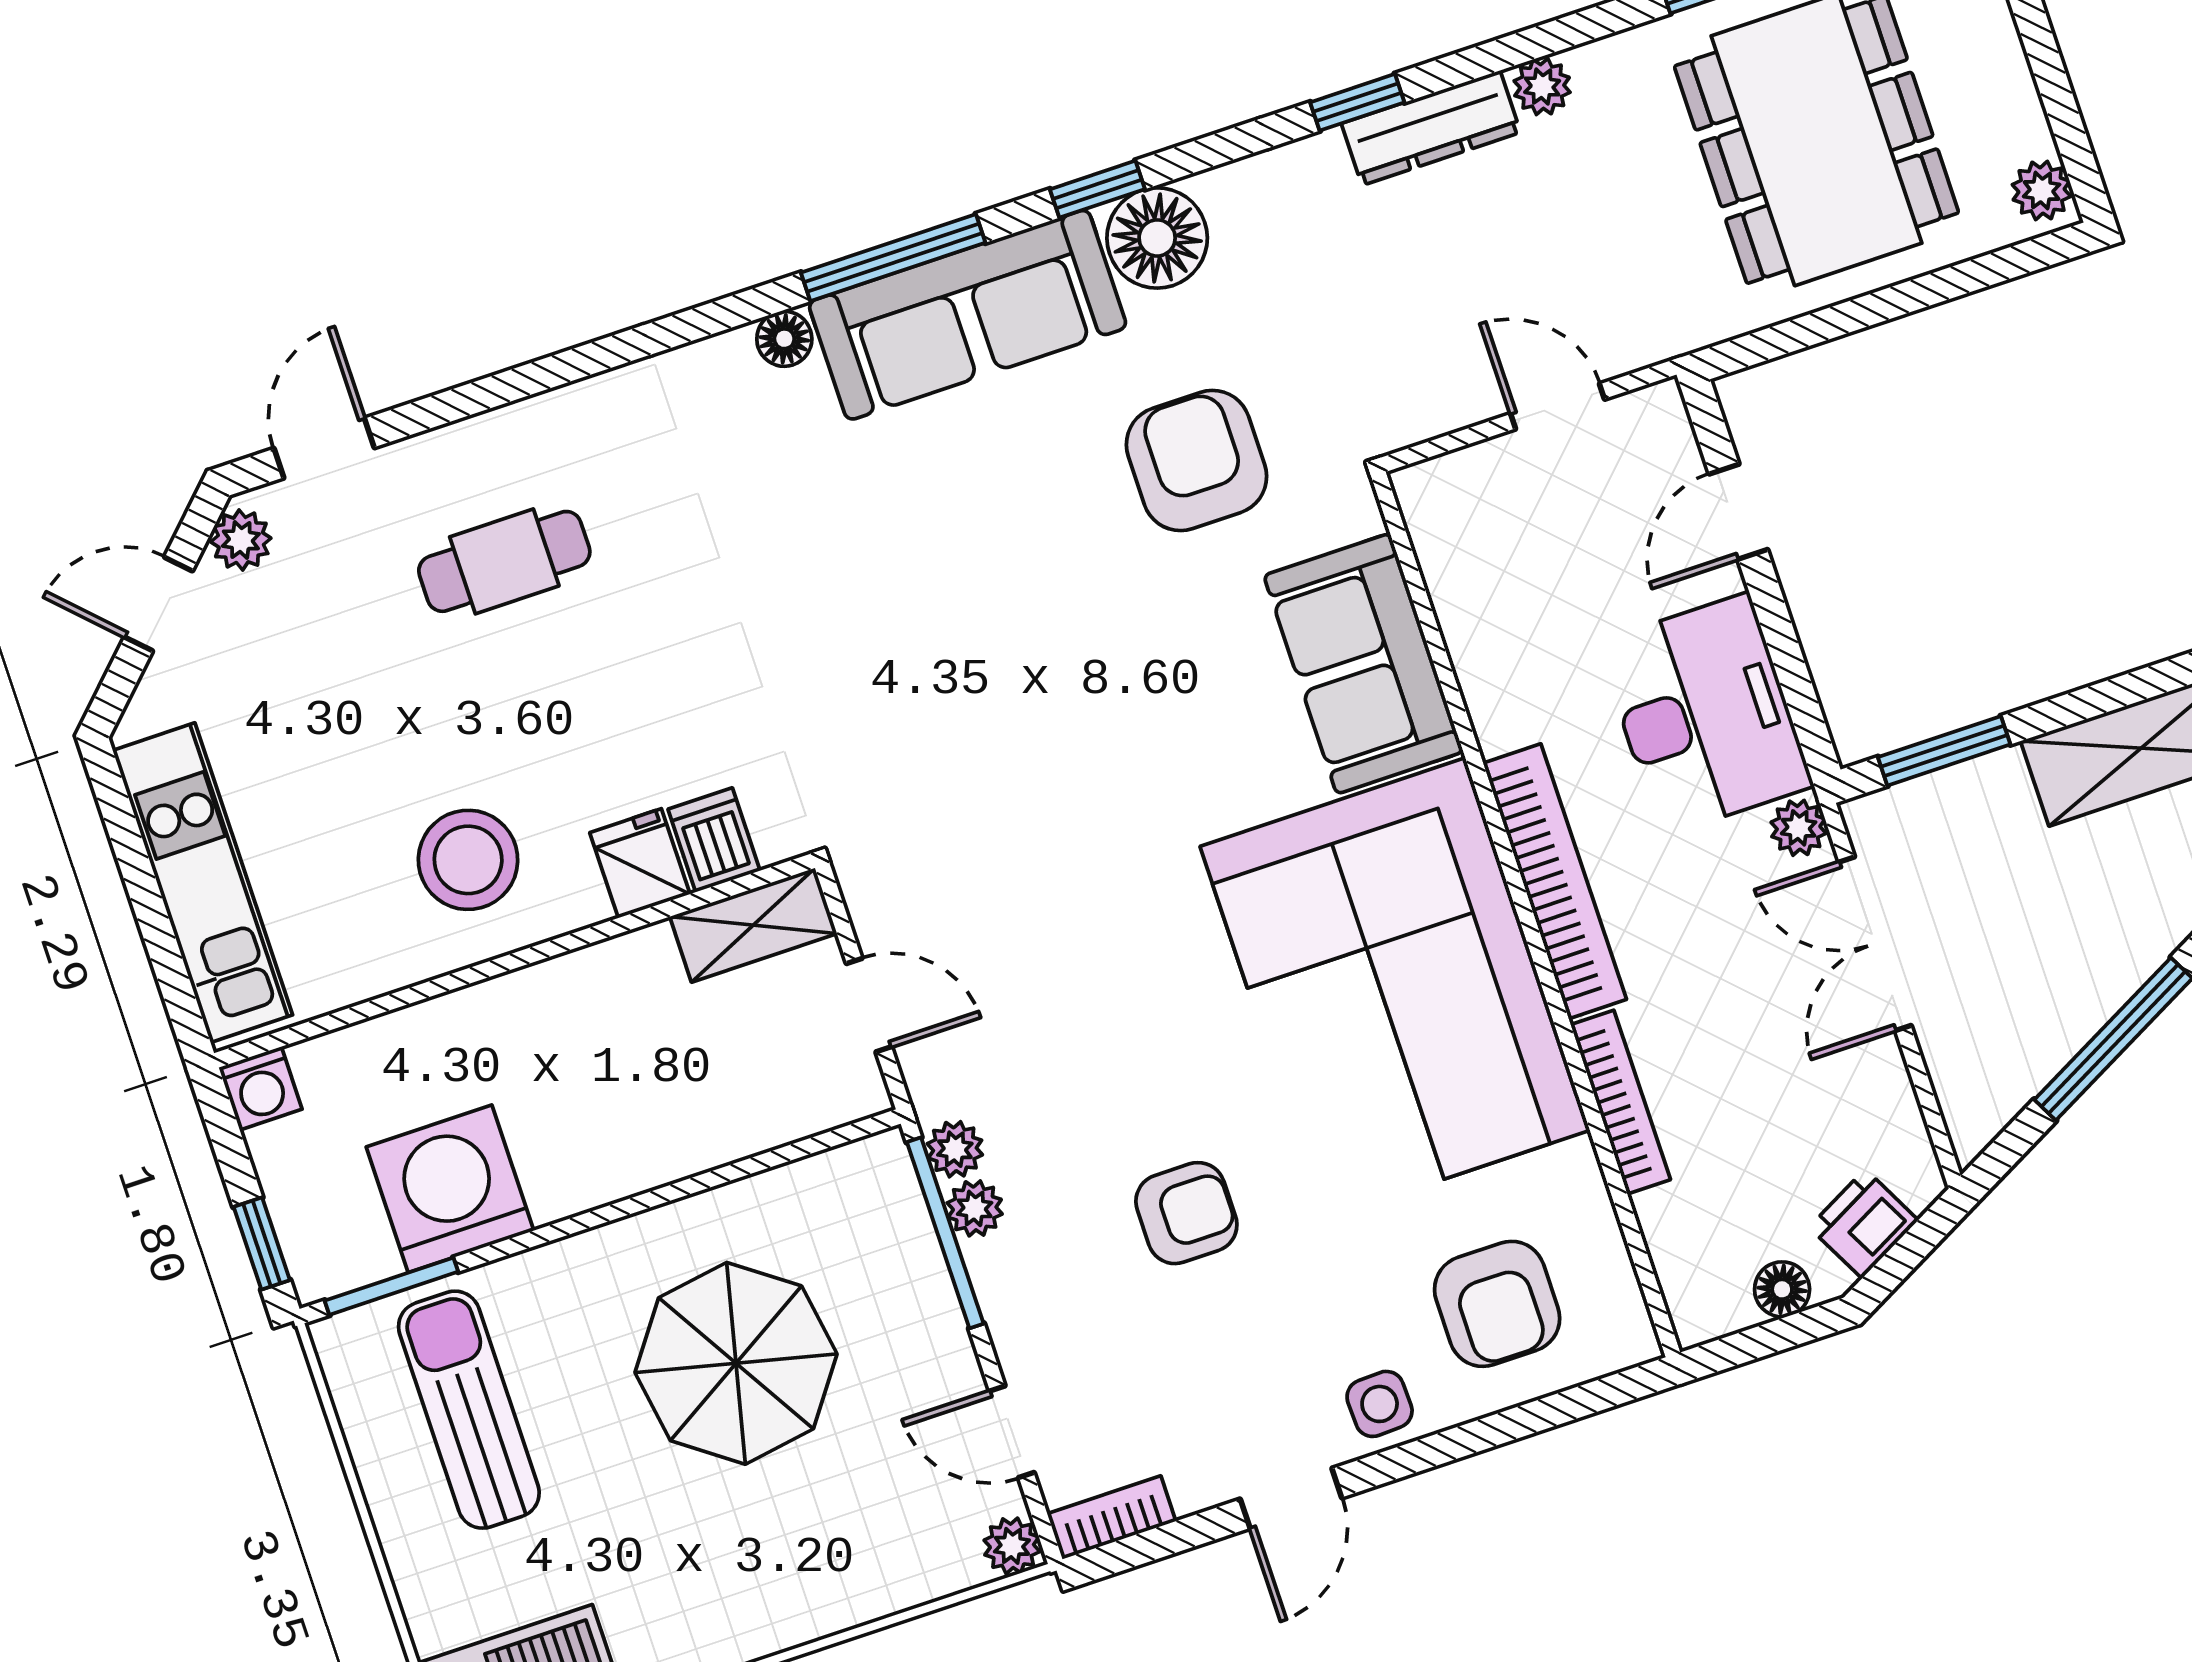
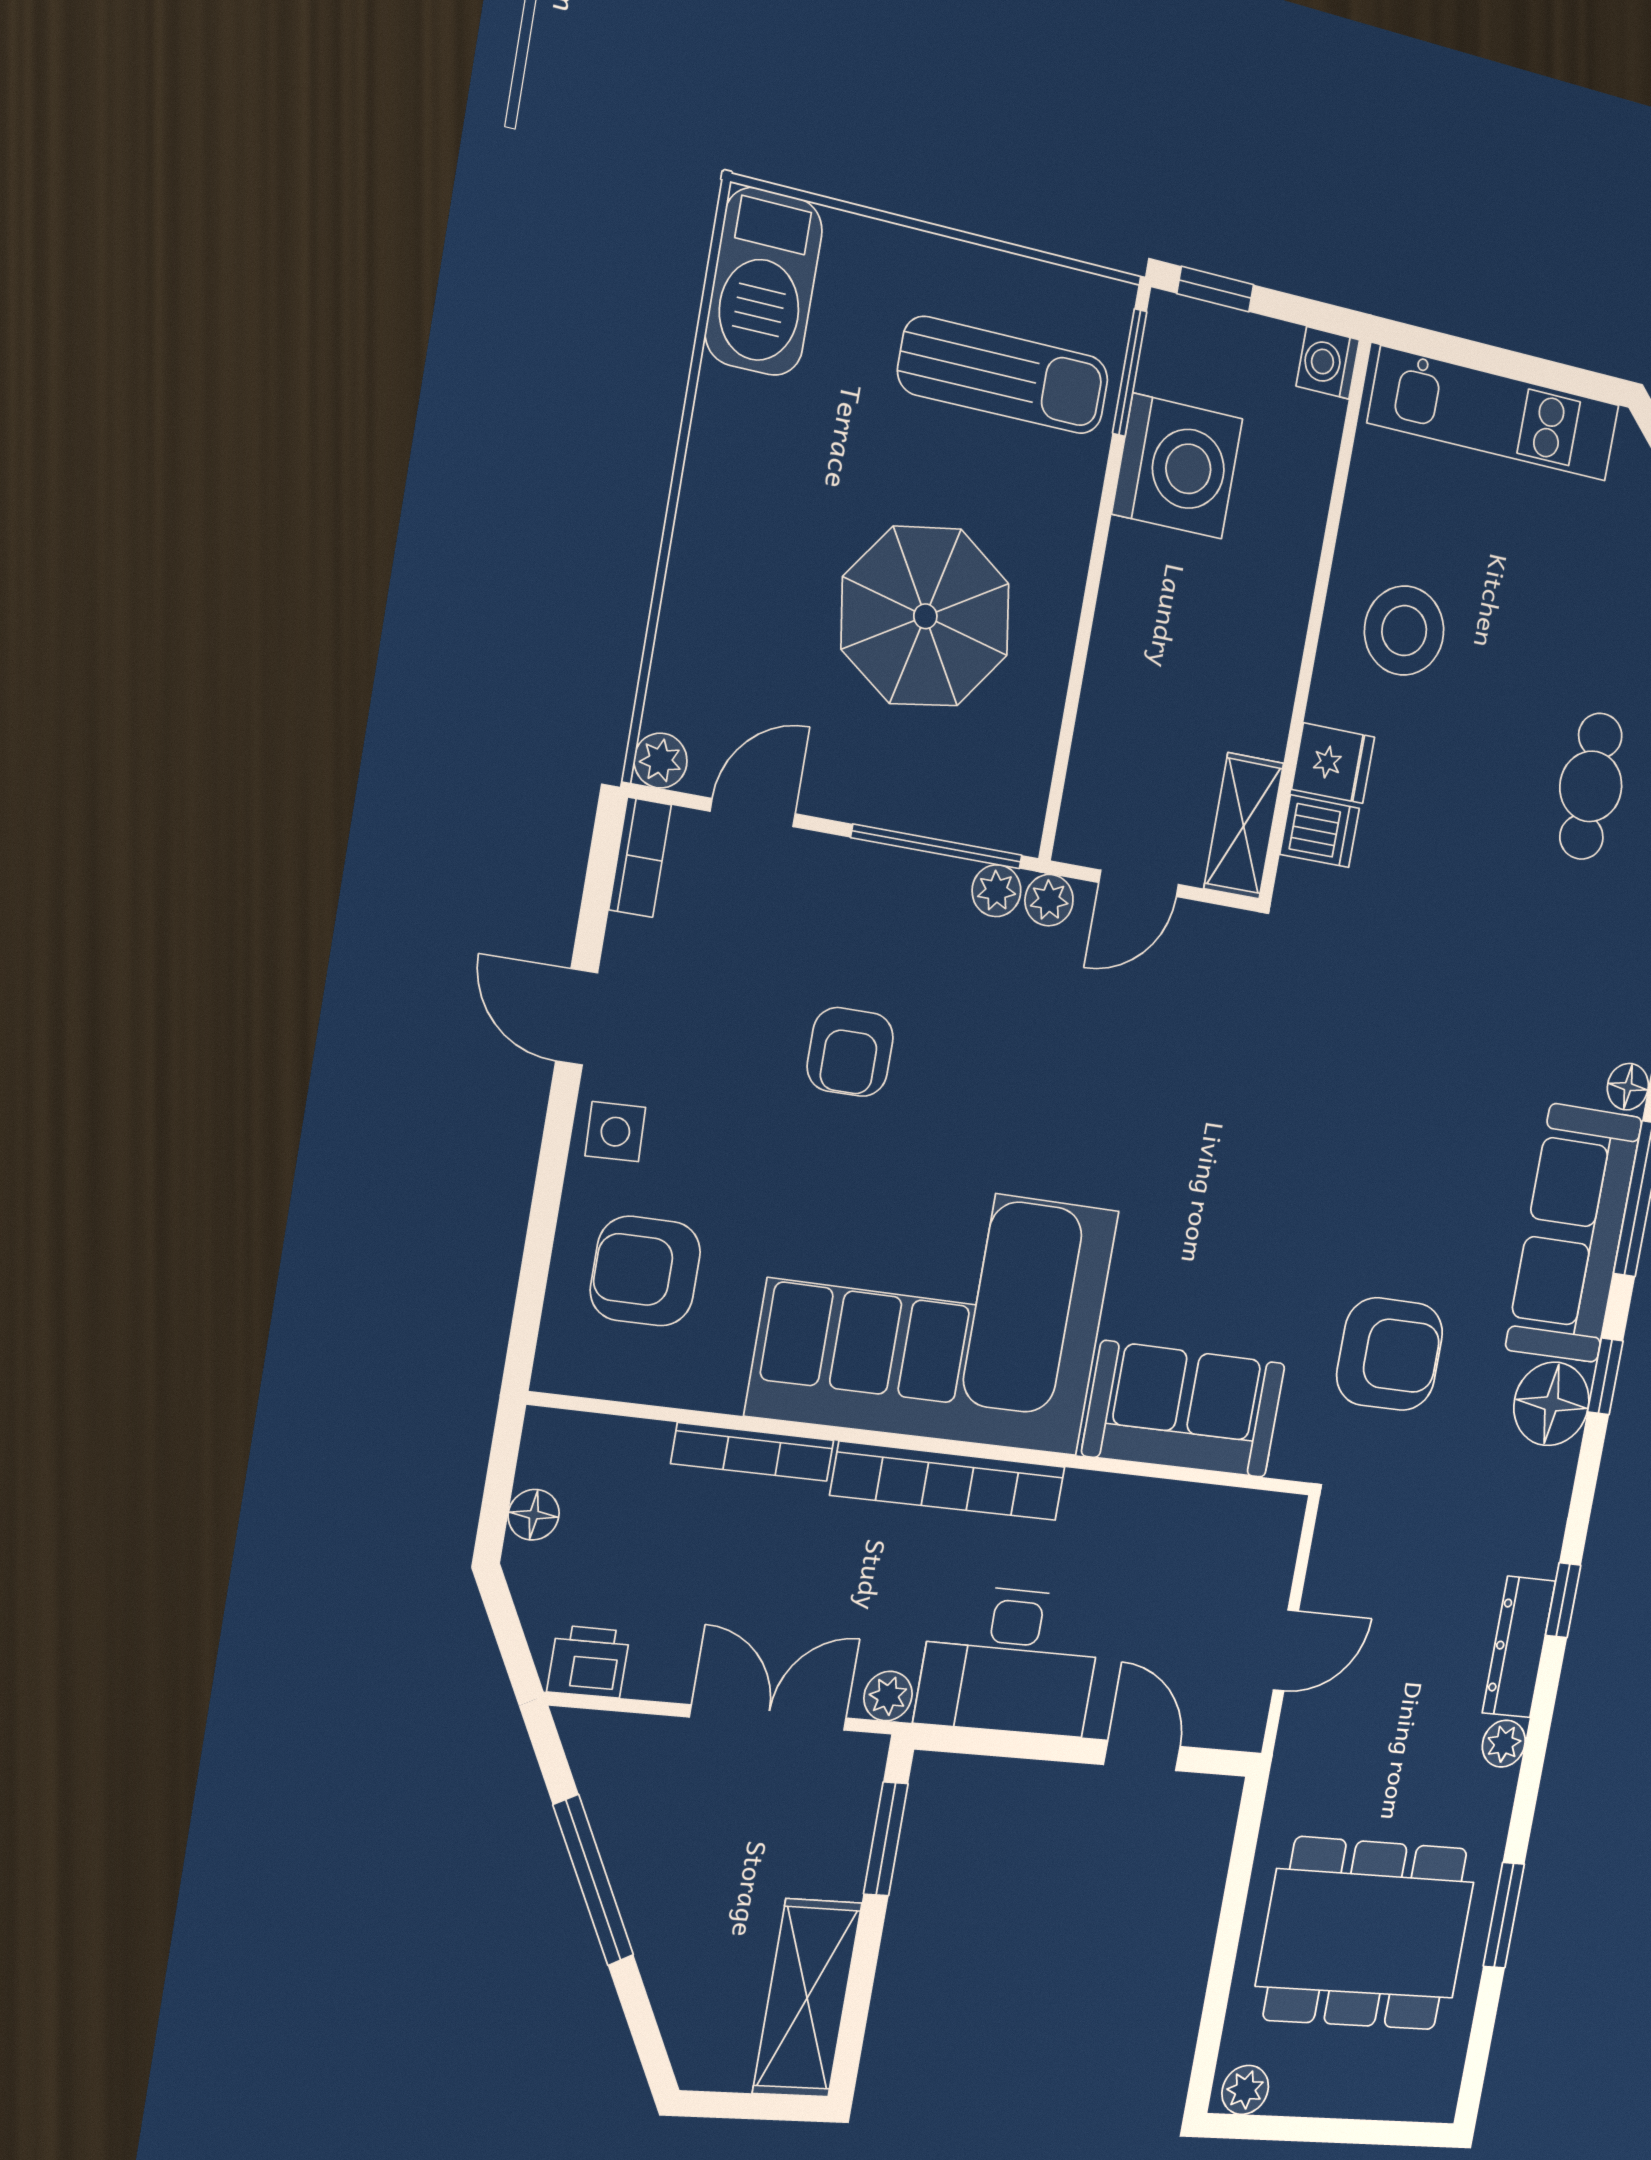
plant: (975, 1208) -> (1049, 900), moved
printer: (1864, 1224) -> (589, 1662), moved, turned -62

